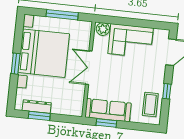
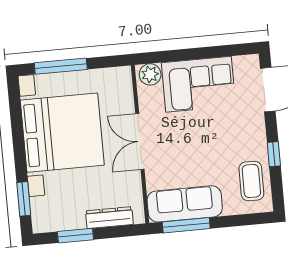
window: (62, 15) -> (61, 66), moved
window: (16, 64) -> (24, 199), moved
dresser: (37, 107) -> (109, 218), moved
window: (106, 123) -> (186, 225), width x1.44

